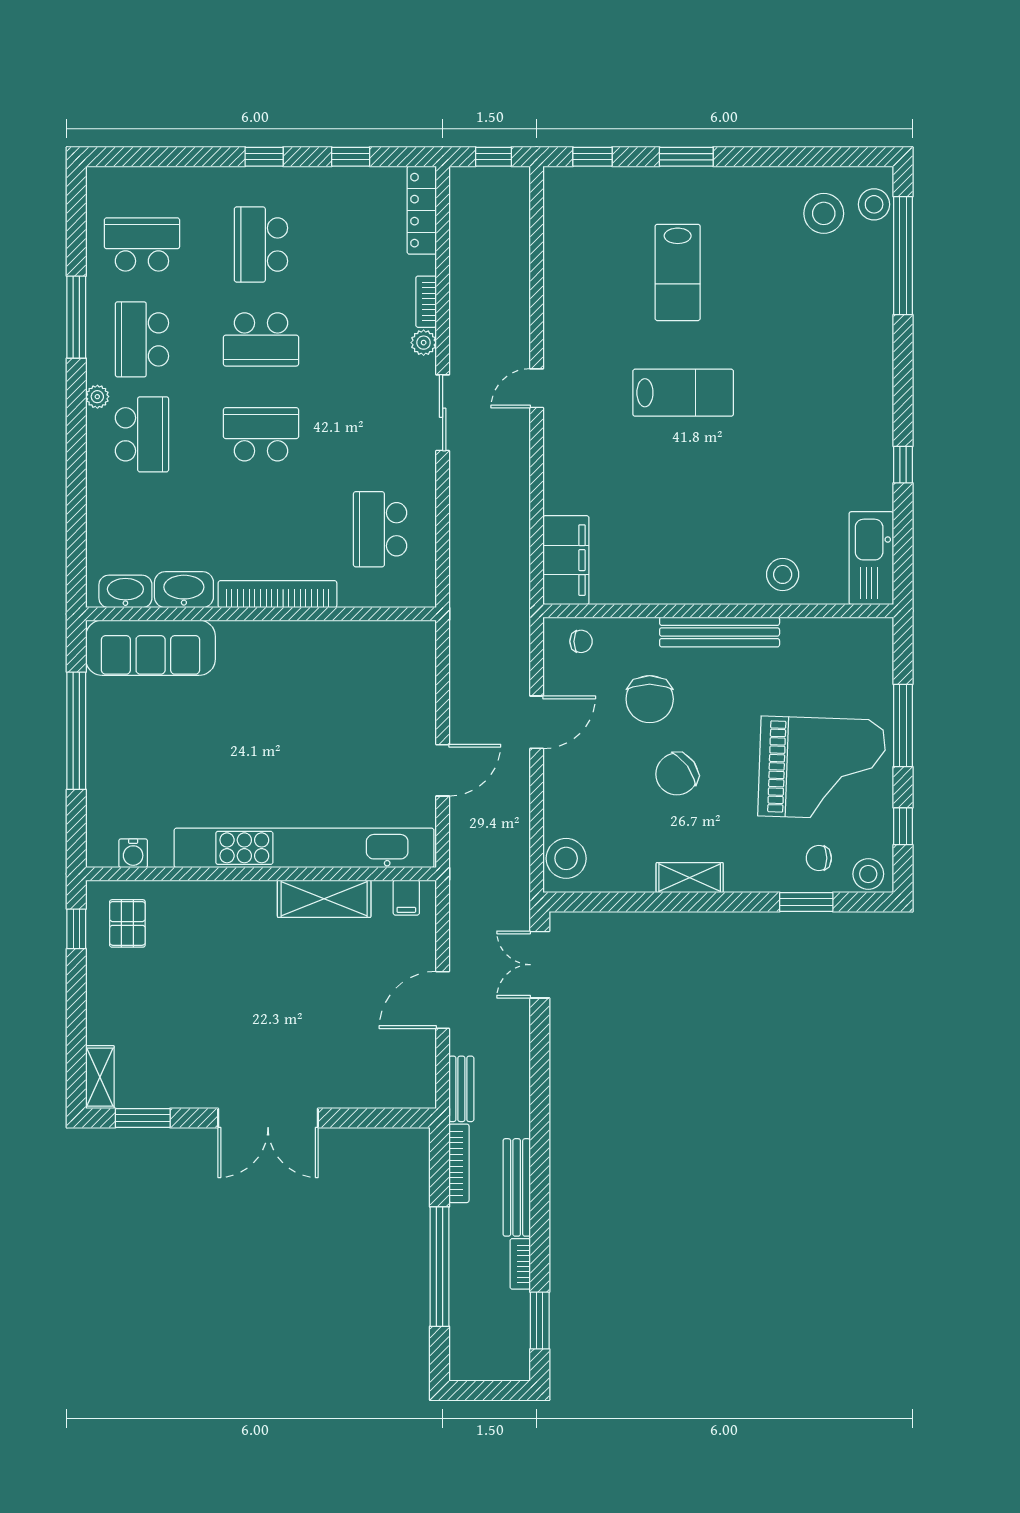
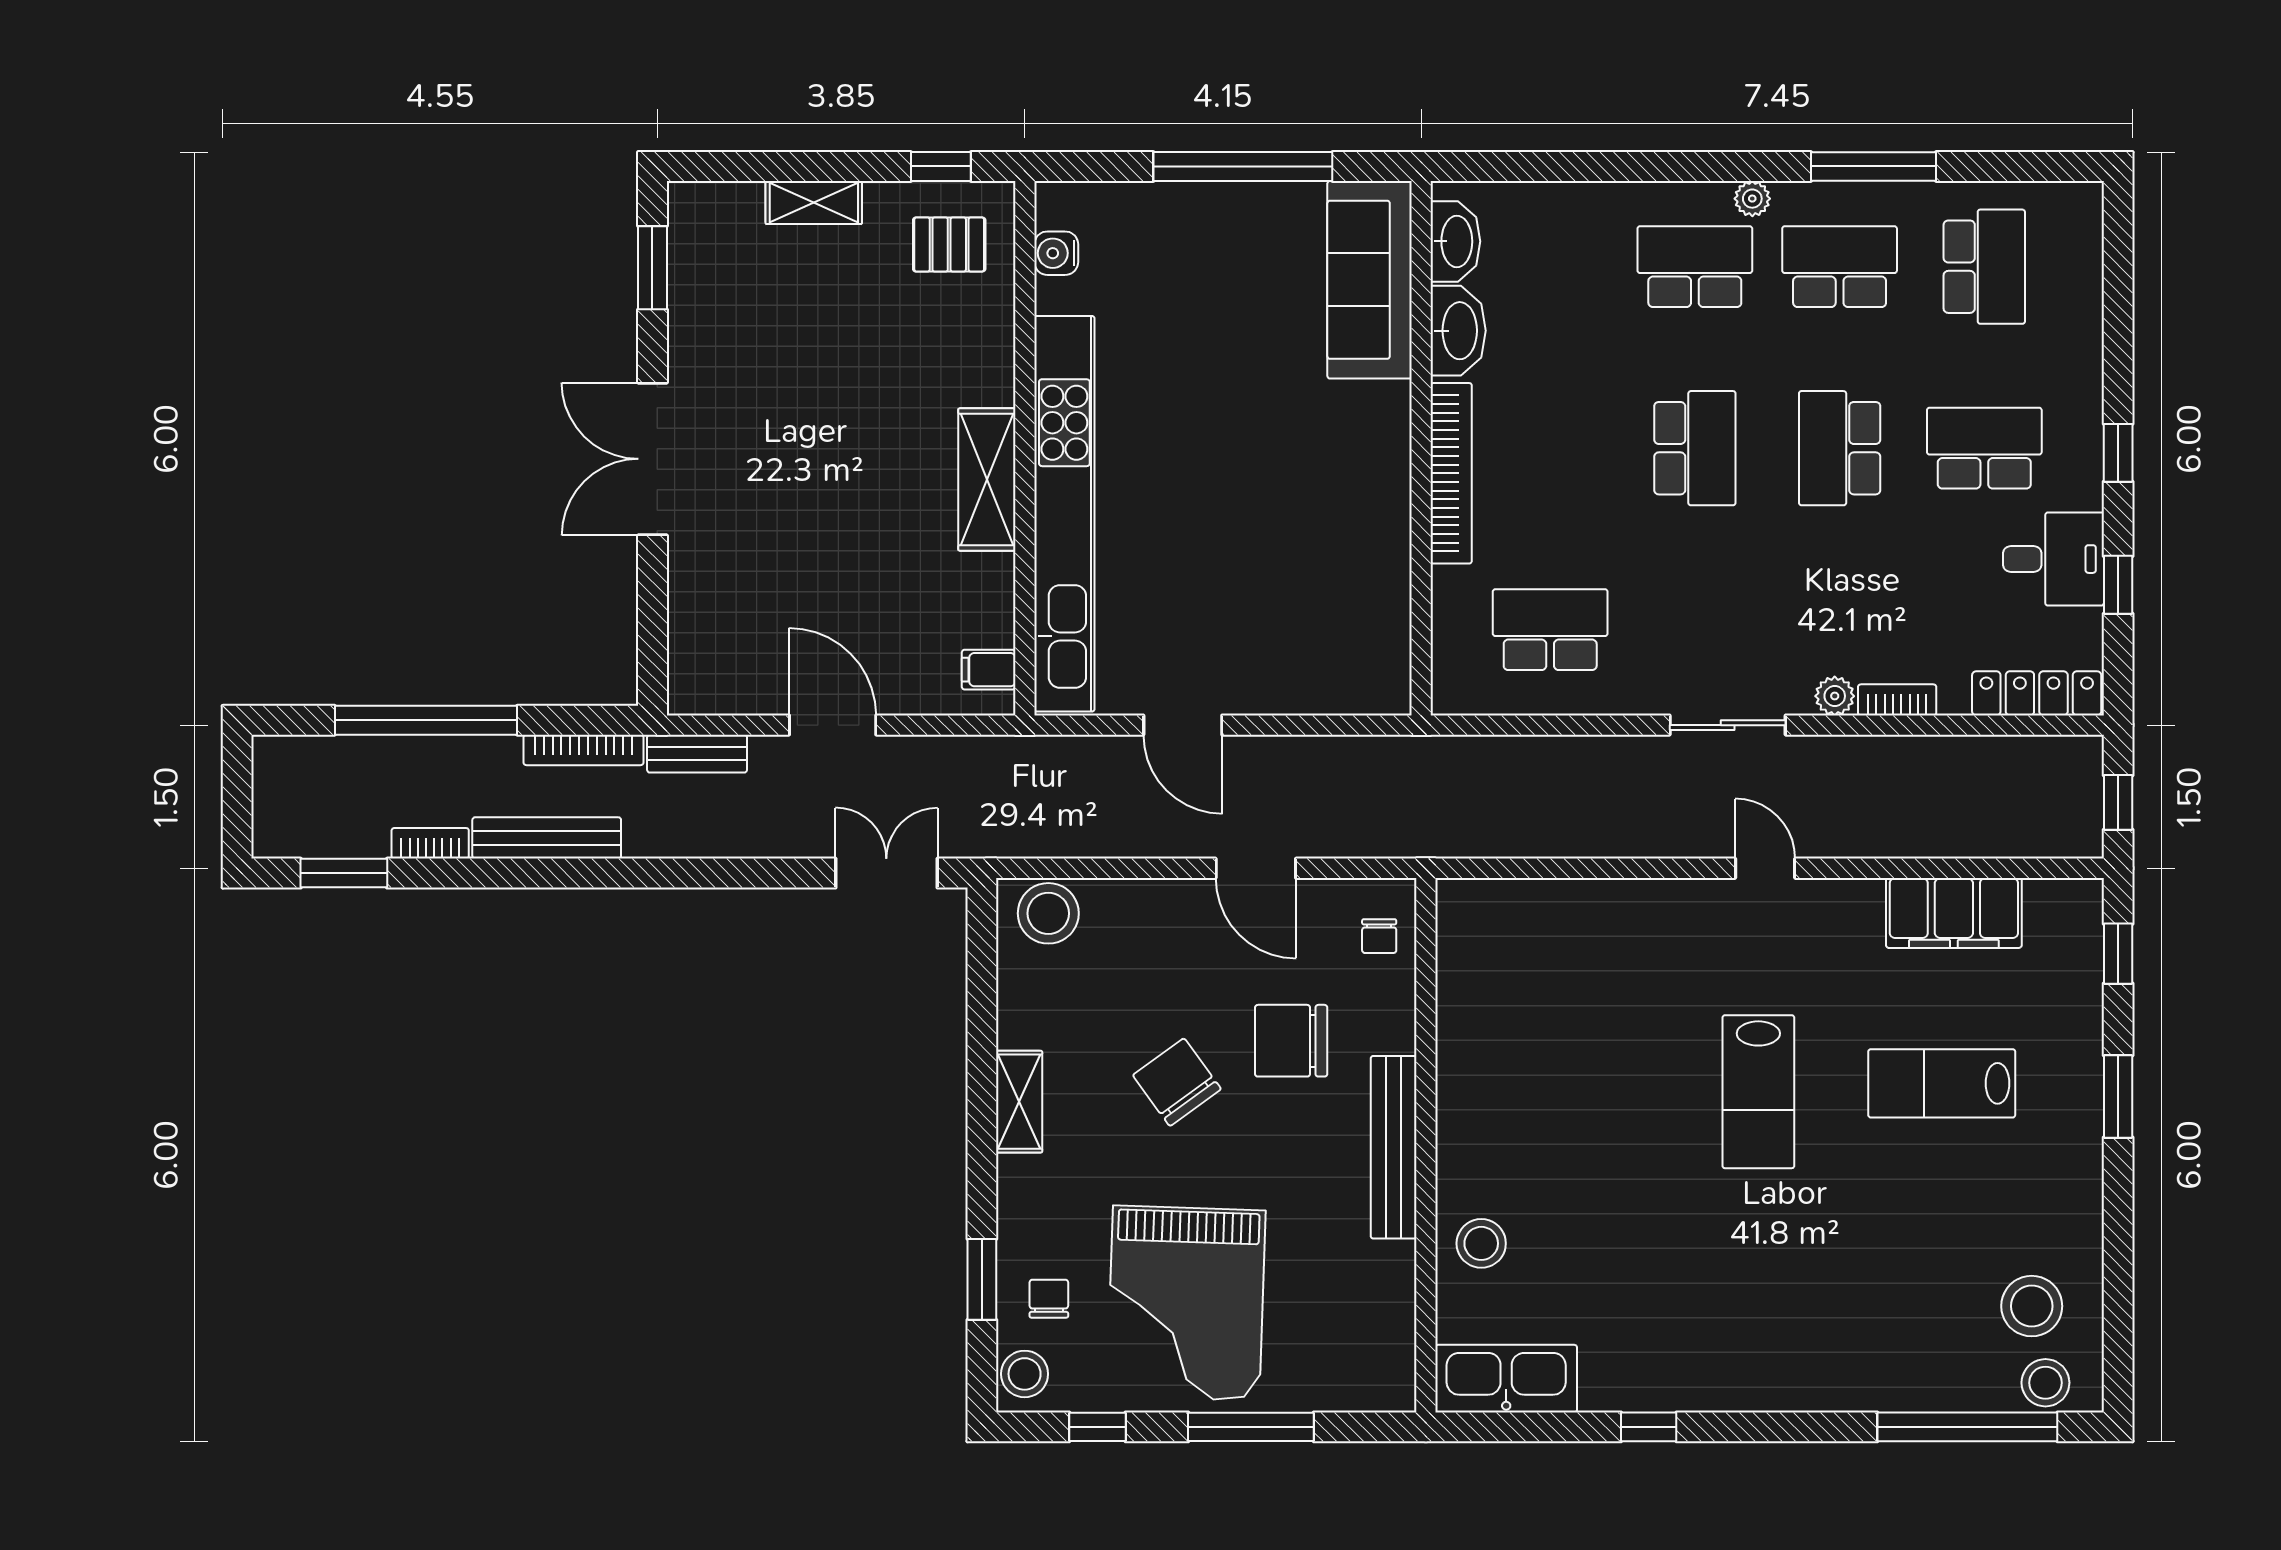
desk: (334, 199) -> (2053, 559), added
school desk: (142, 434) -> (1695, 267), turned 180
filing cabinet: (566, 560) -> (1954, 913), moved
shelving: (324, 899) -> (987, 479), moved
shelving: (100, 1077) -> (814, 202), moved

